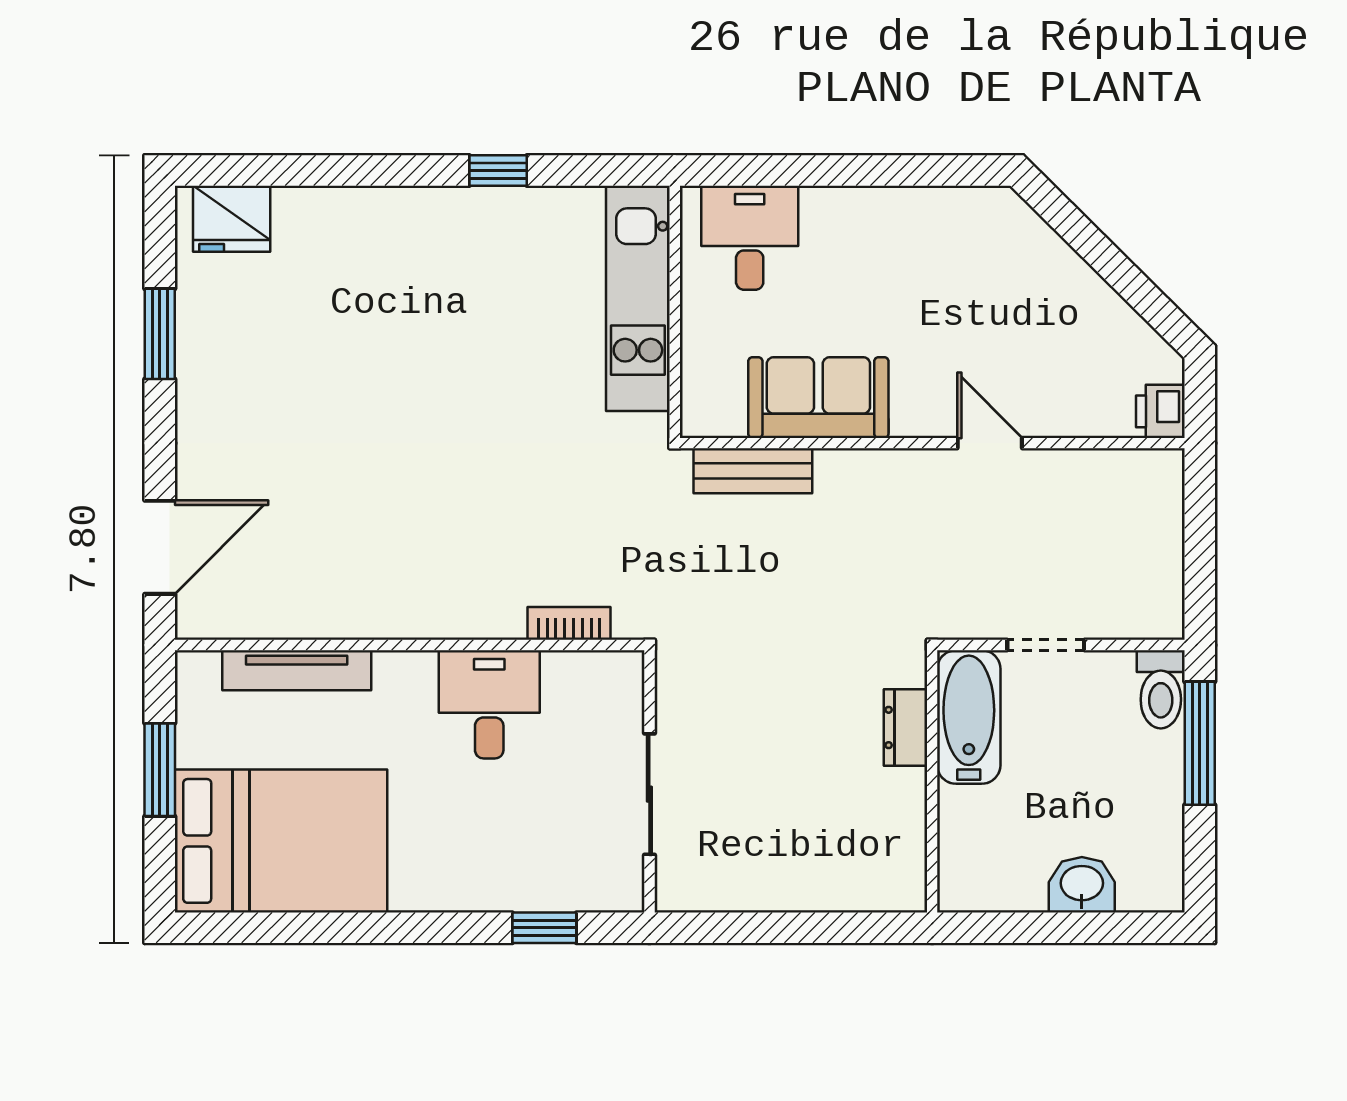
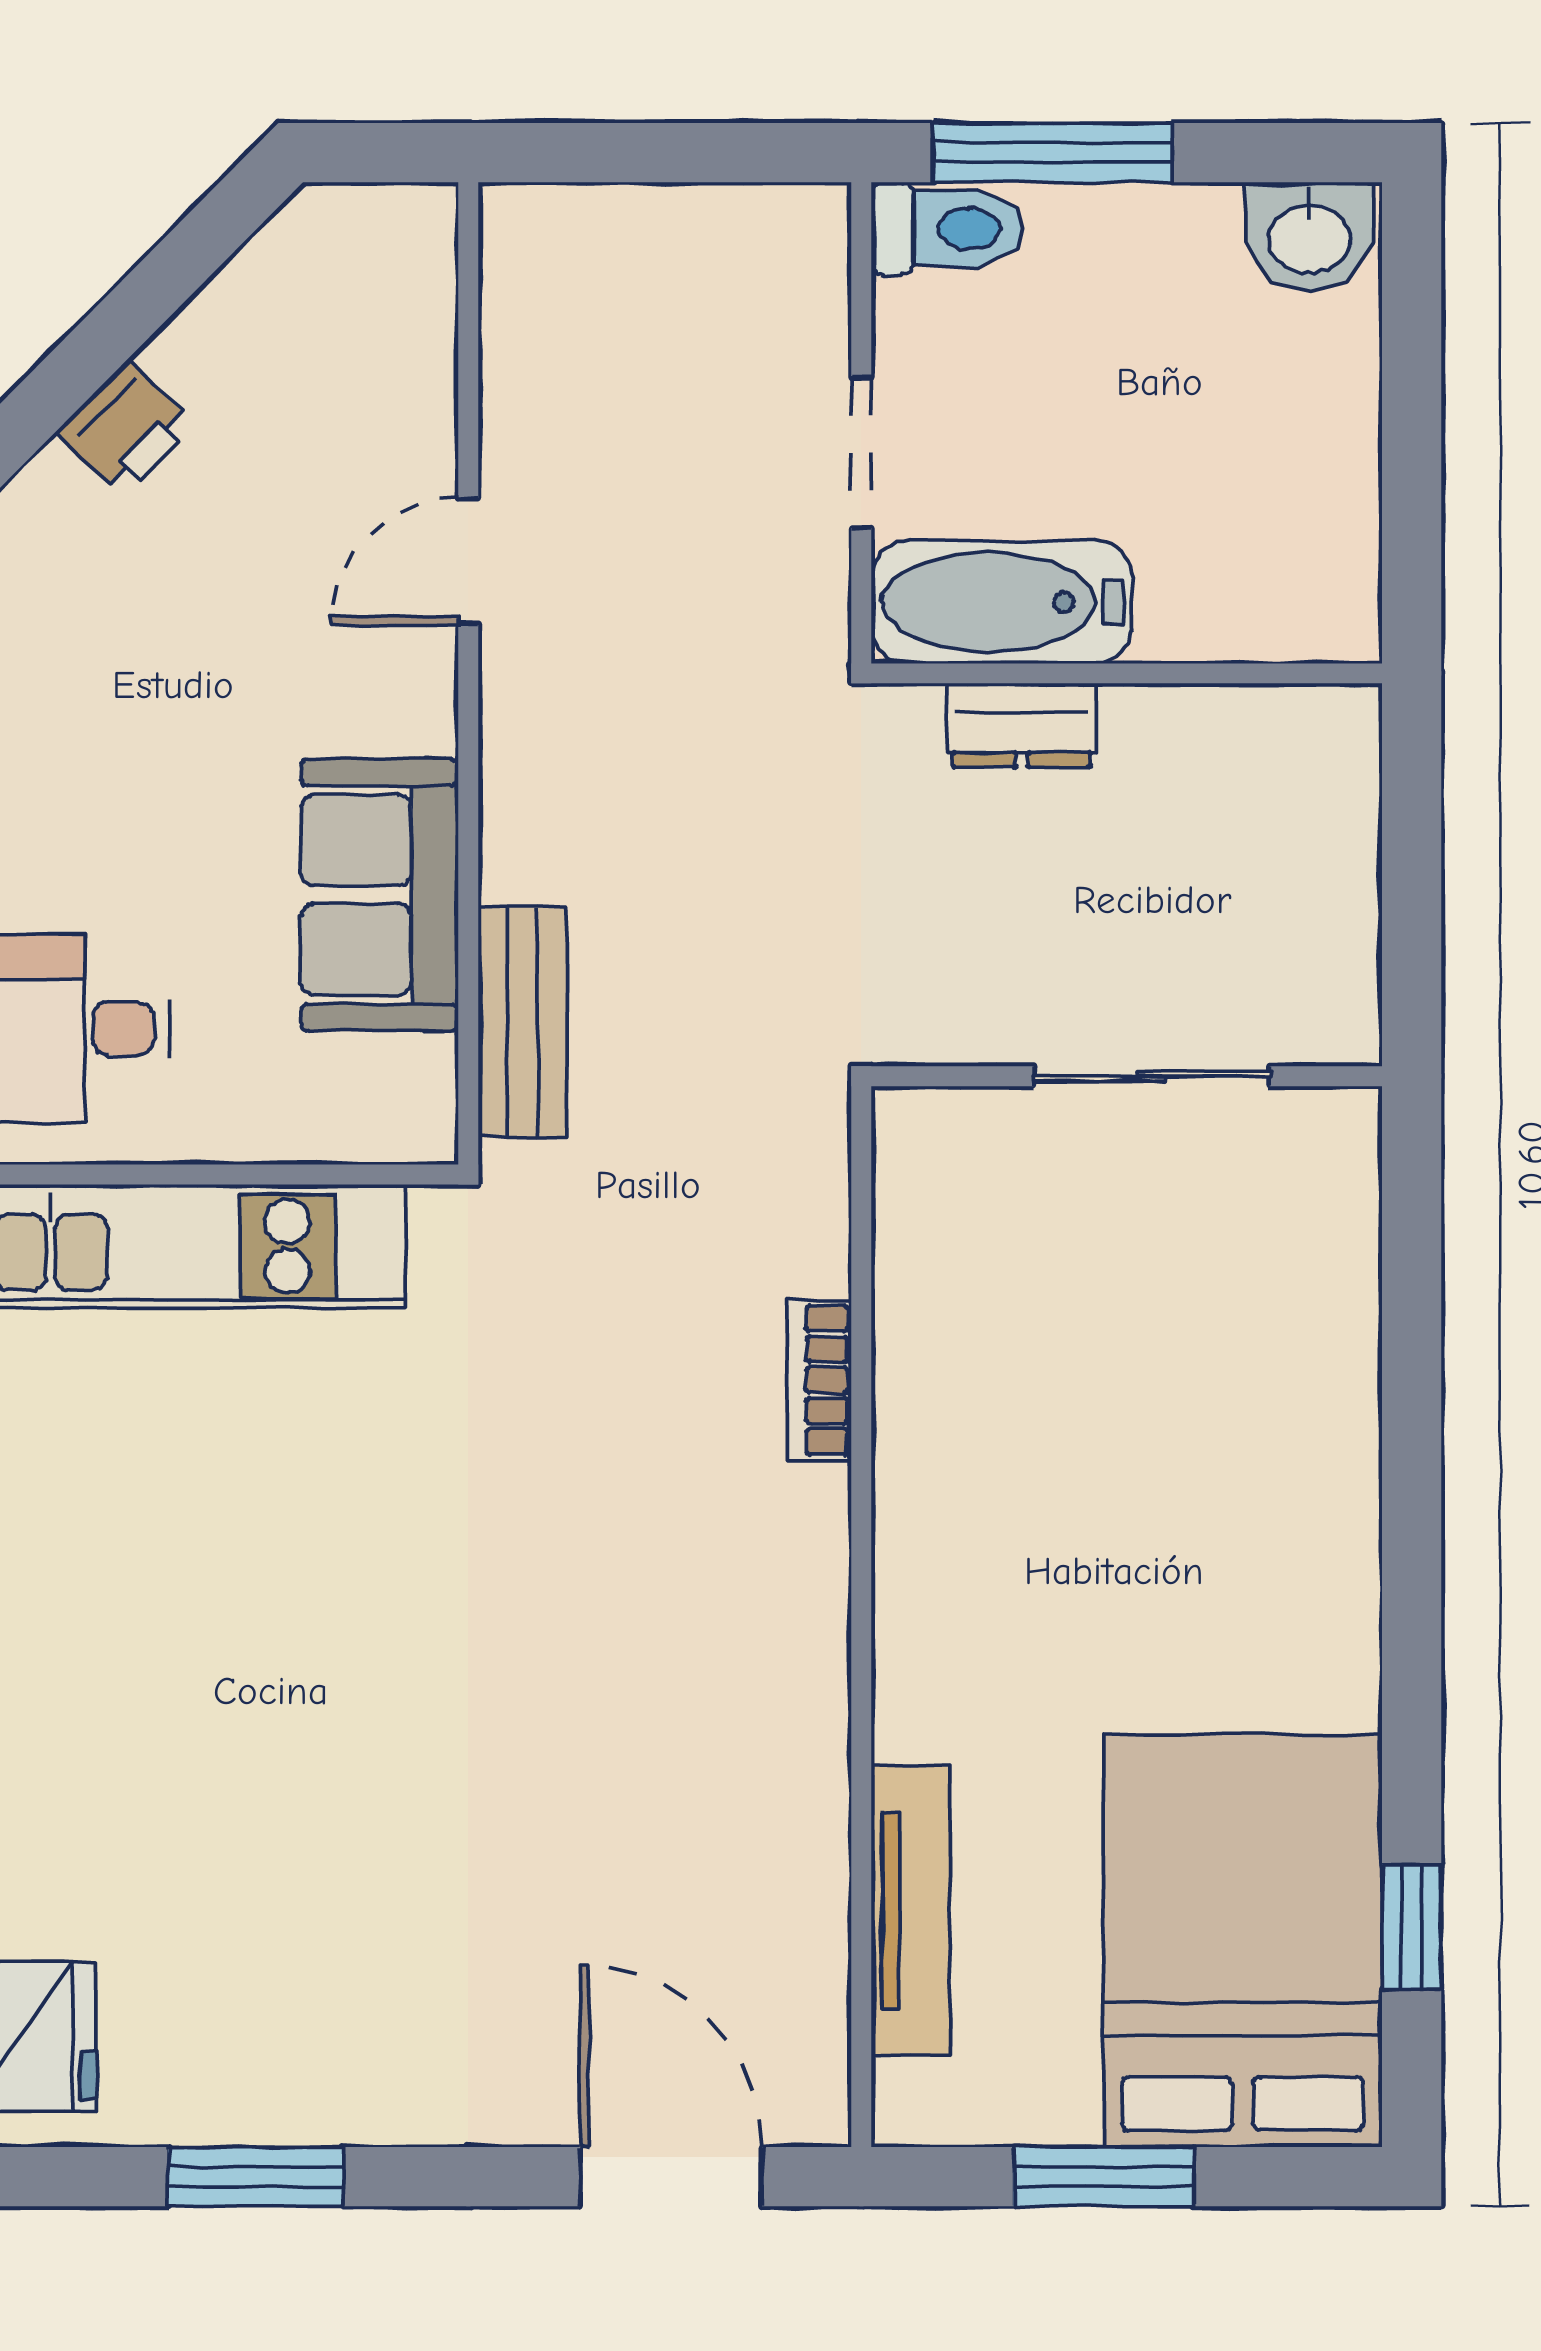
printer: (1160, 411) -> (126, 428), moved, turned -45
desk: (489, 704) -> (977, 1535), removed
wall: (649, 781) -> (1127, 1076), moved
sliding door: (649, 794) -> (1152, 1076), moved
washbasin: (1082, 885) -> (1309, 236), moved, turned -90
window: (544, 928) -> (1412, 1927), moved

